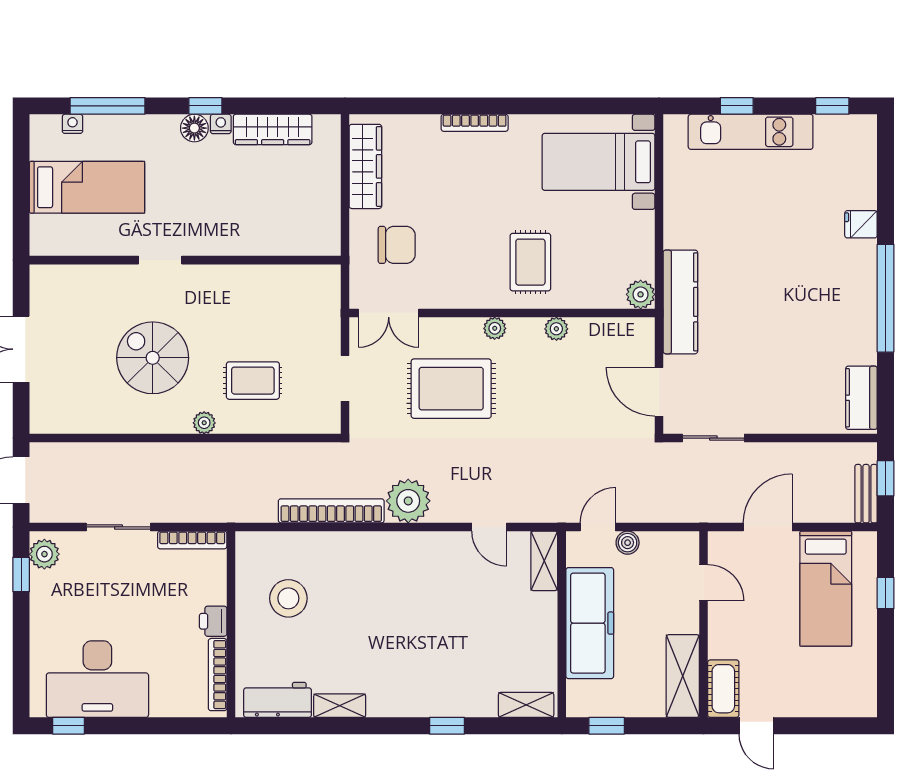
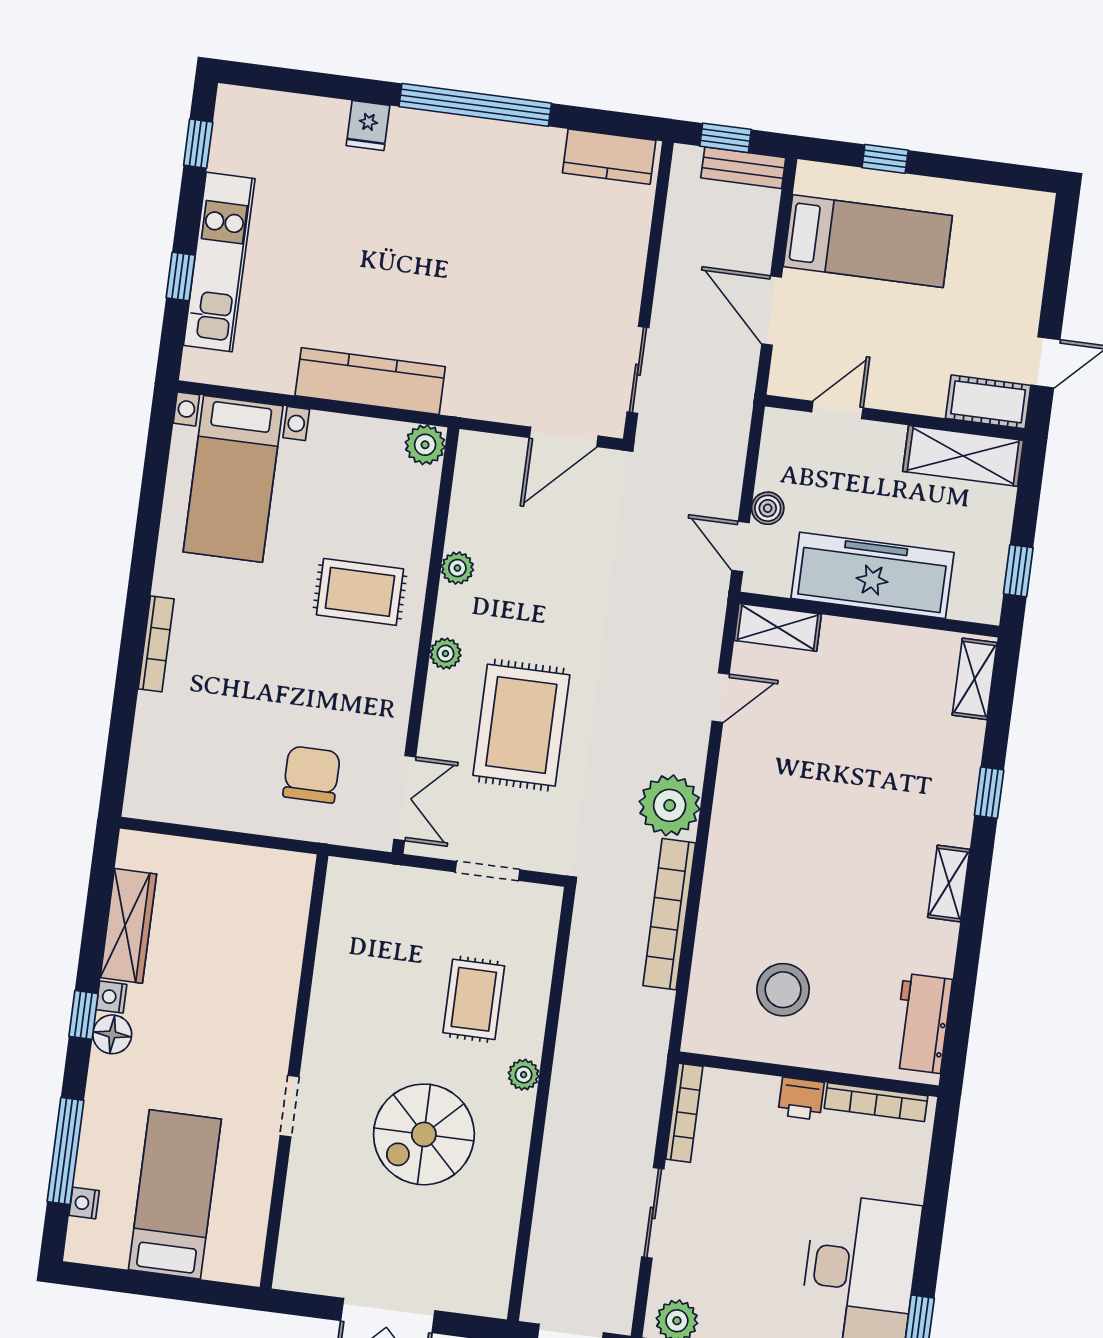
wardrobe: (365, 166) -> (197, 804), removed
kitchen counter: (680, 302) -> (370, 381), moved
shelving: (340, 706) -> (949, 883), moved

